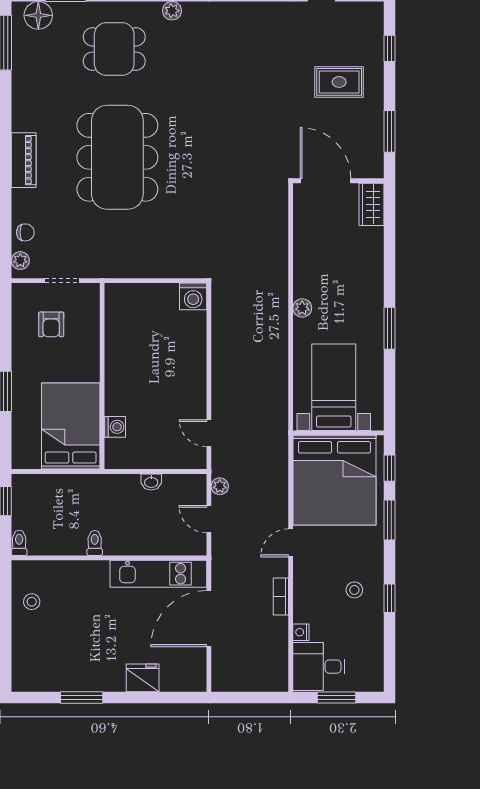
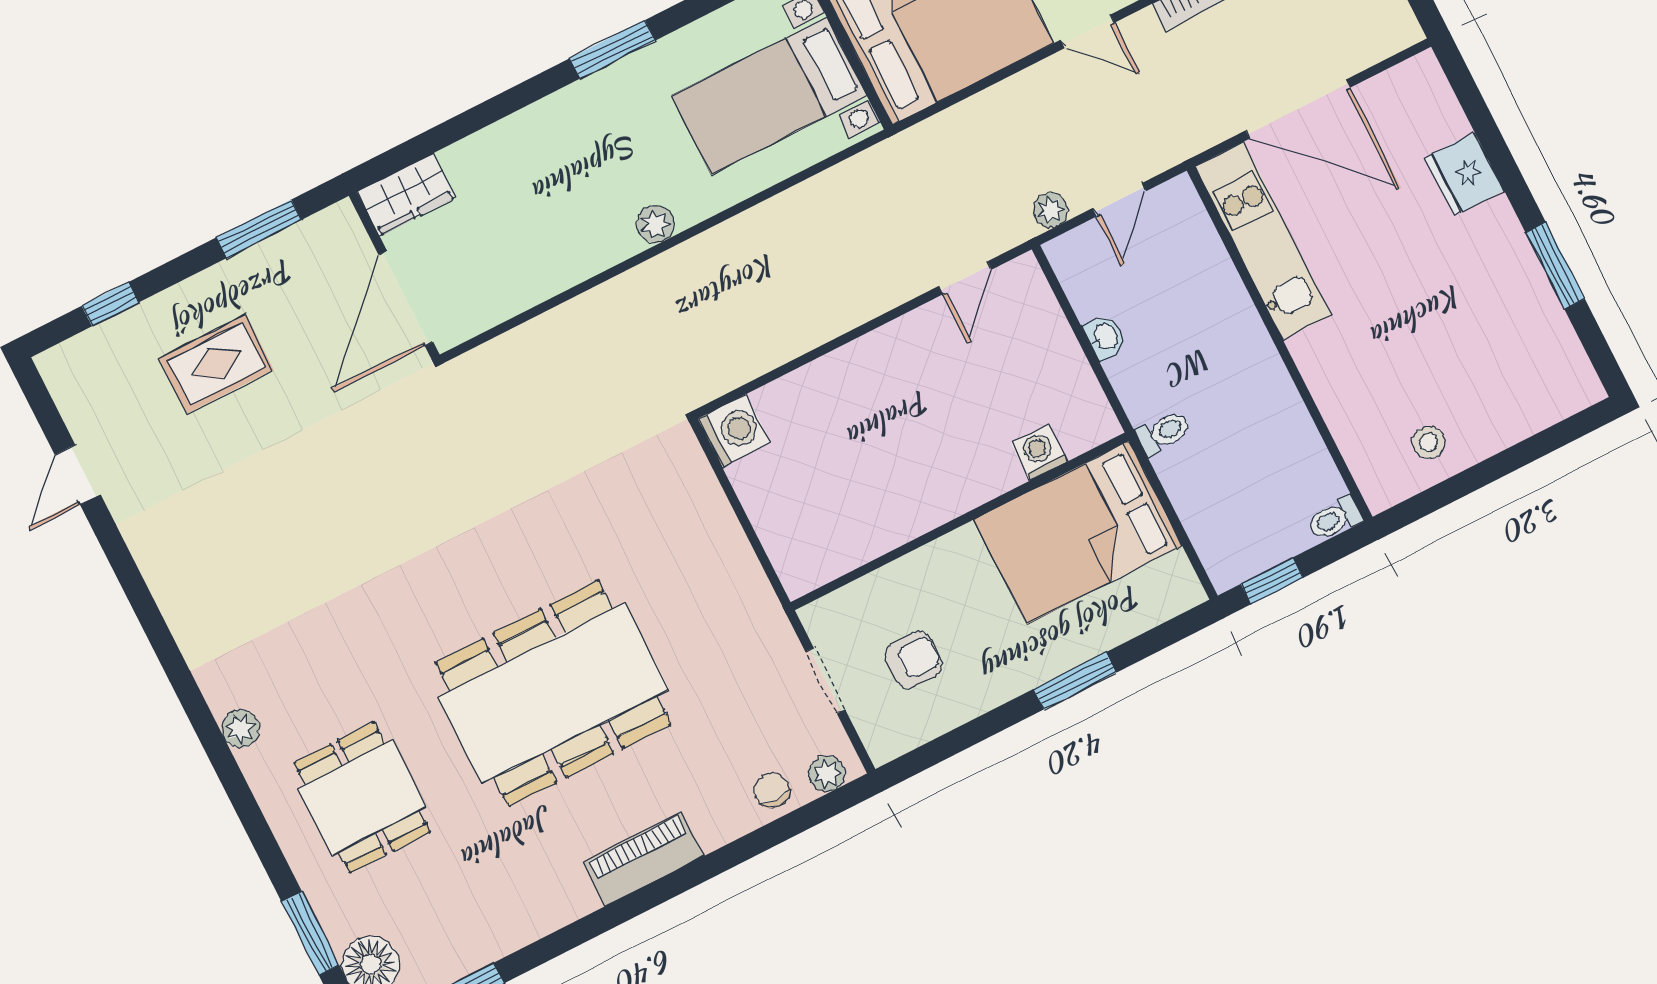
rug: (339, 82) -> (216, 364), turned 90
toilet: (95, 543) -> (1163, 432), moved, turned 180

